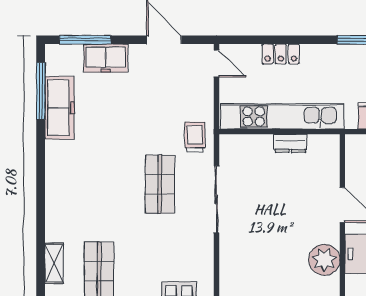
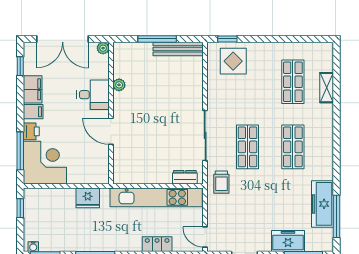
dresser: (290, 143) -> (185, 177), moved
shop shelf: (99, 184) -> (293, 147), added
plant: (324, 260) -> (119, 85), width x0.53, depth x0.53

